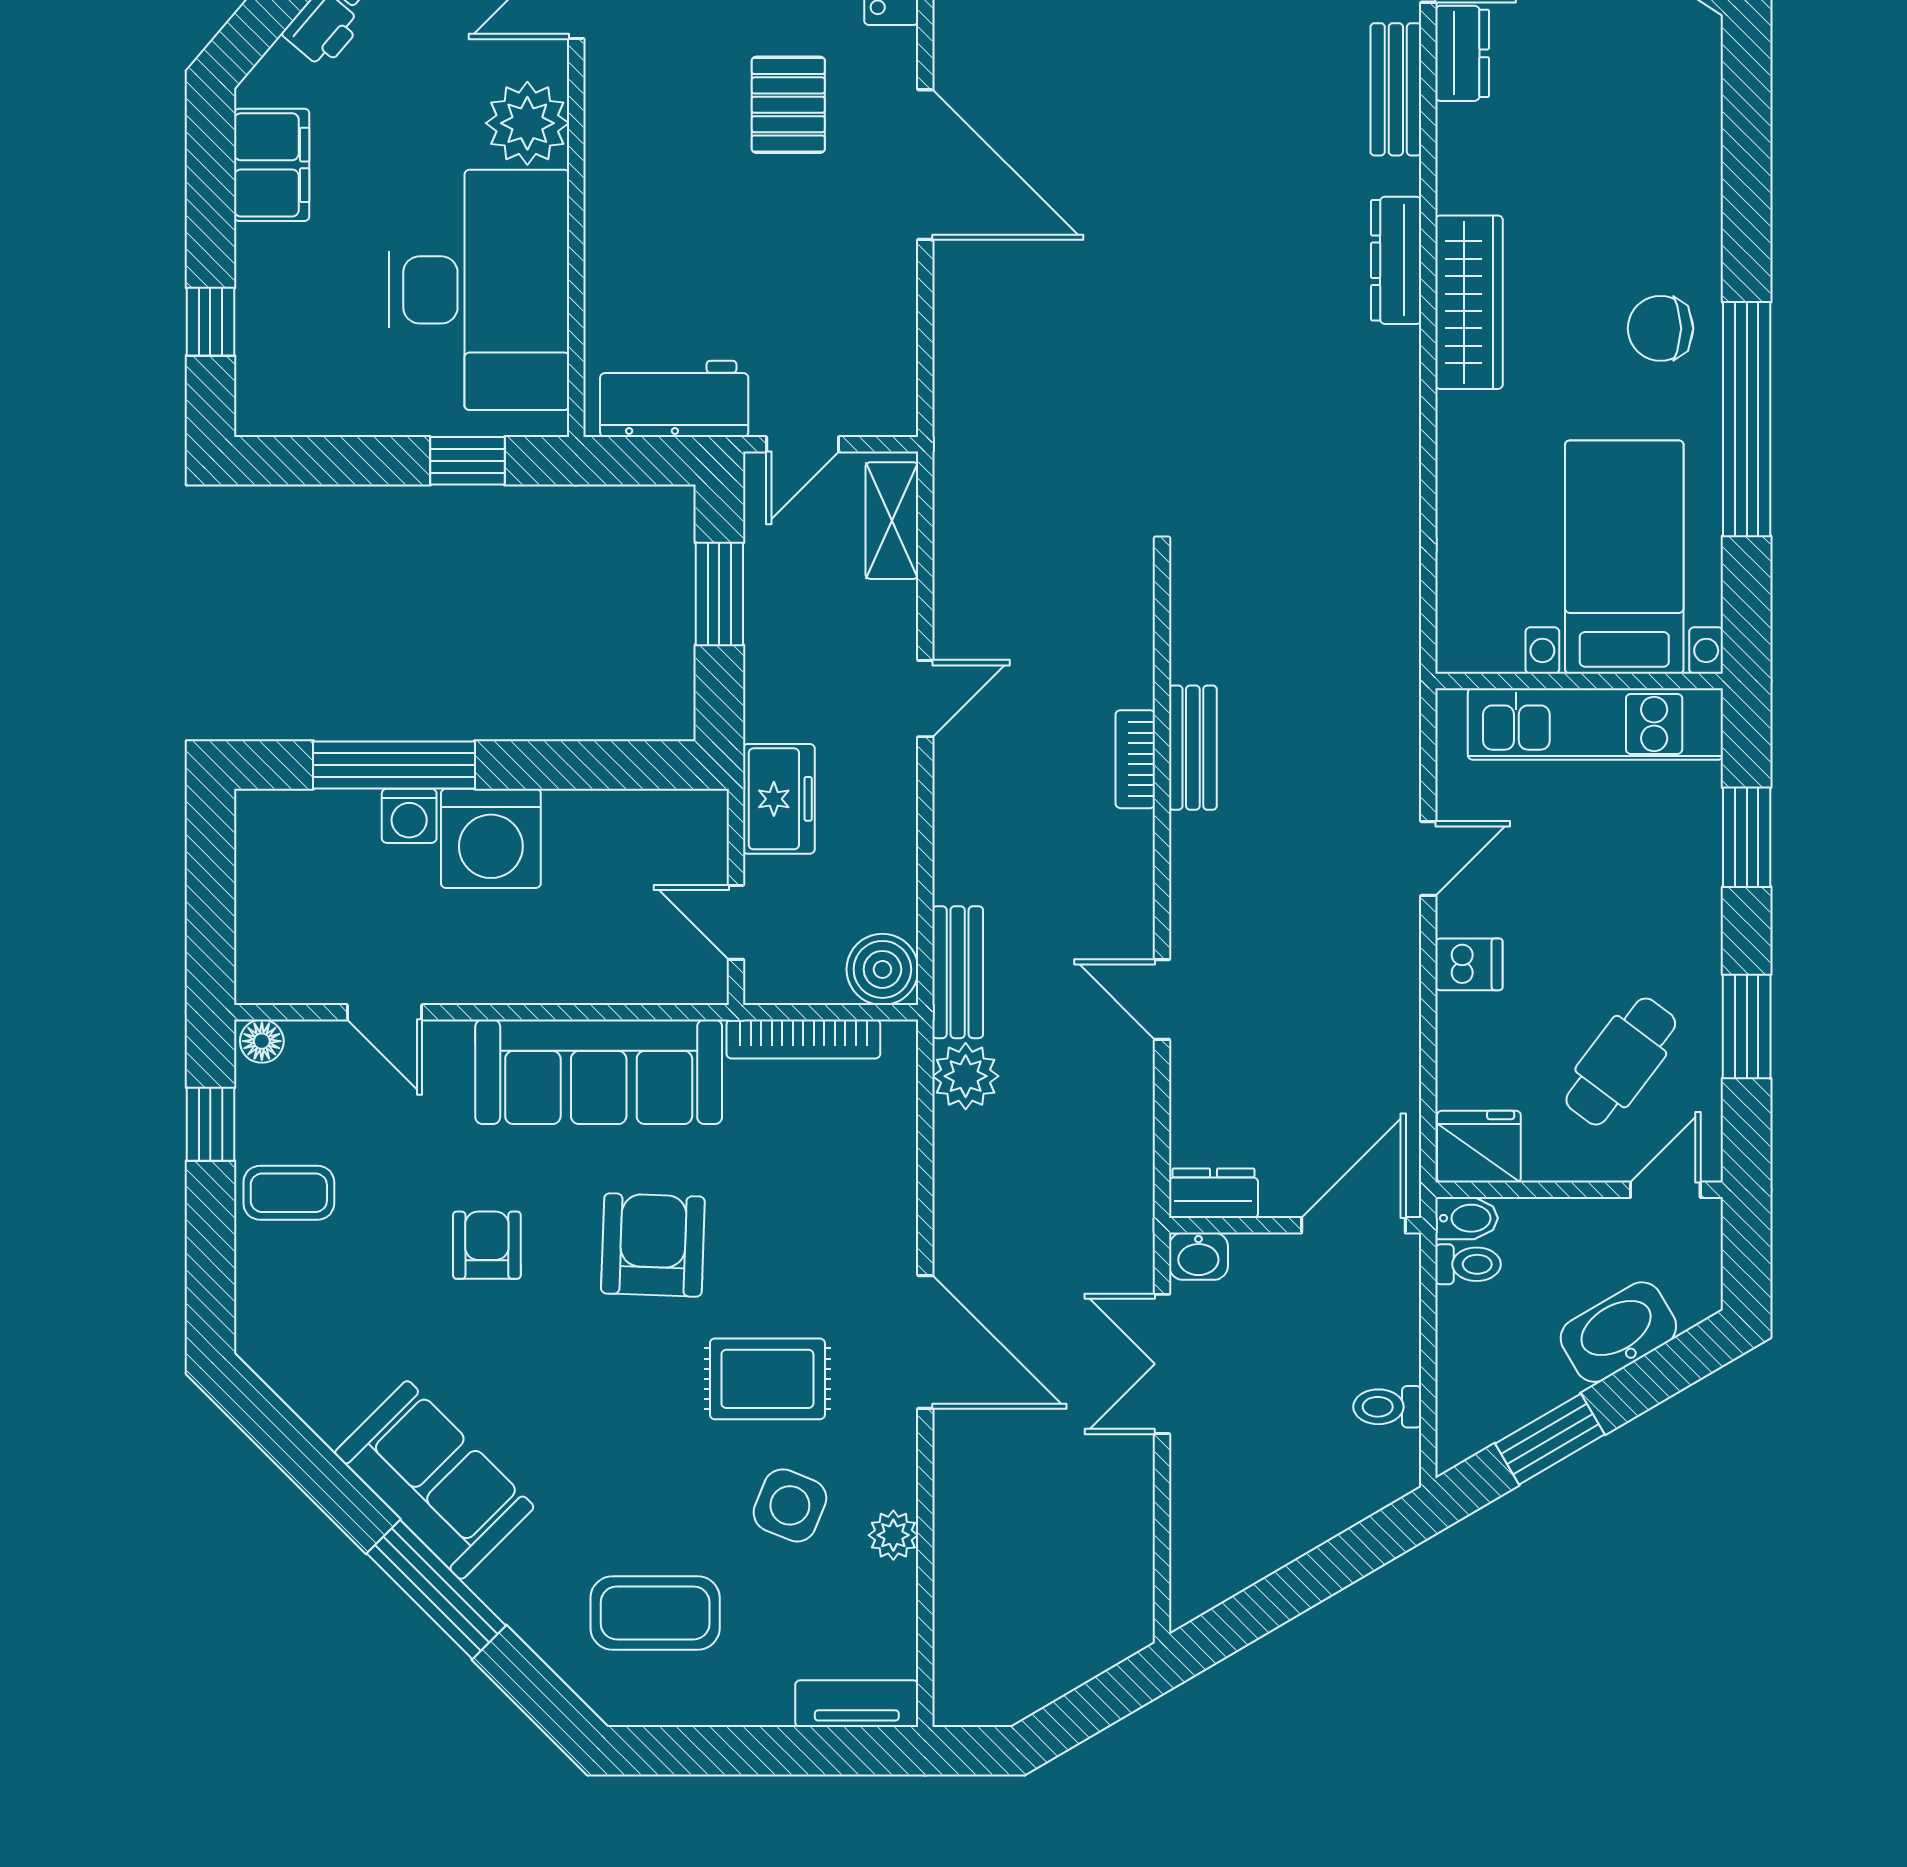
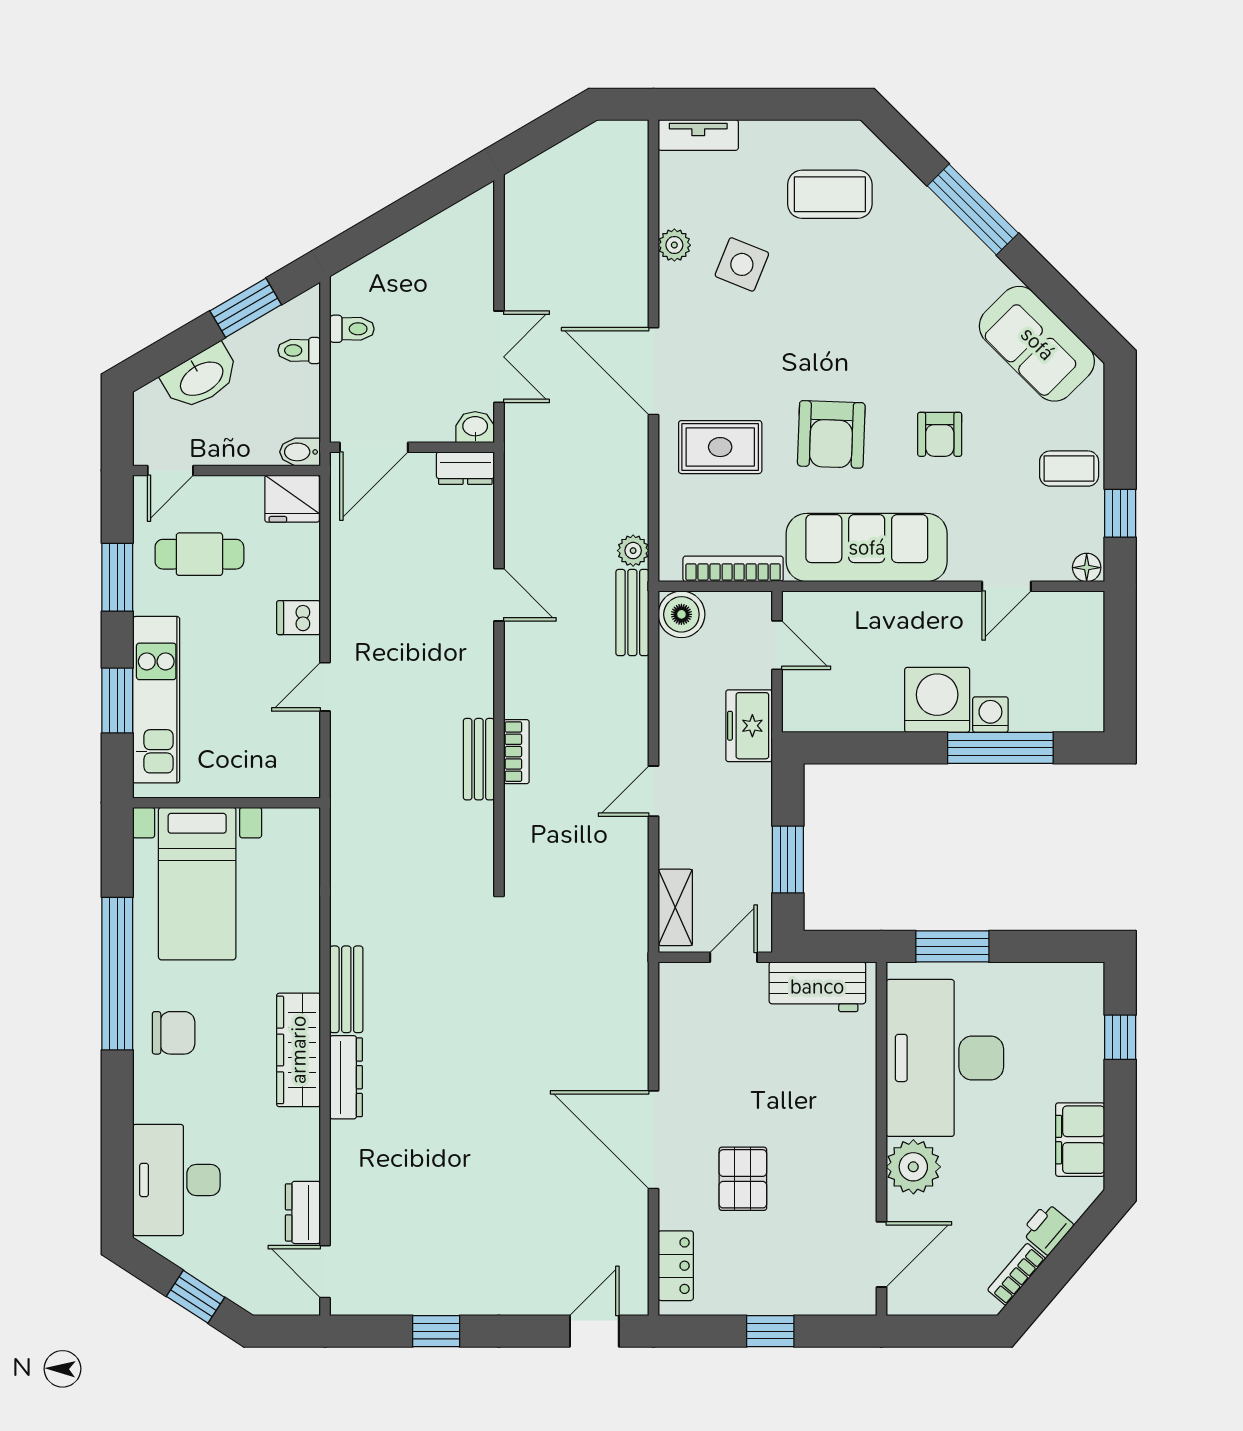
bench: (1396, 89) -> (346, 989), moved
desk: (1656, 103) -> (176, 1180), added
window: (468, 461) -> (952, 946), width x1.50
kitchen unit: (1595, 724) -> (156, 700), moved, turned 90
door: (385, 1012) -> (1007, 586), swing flipped
cafe table: (1621, 1062) -> (199, 554), turned 53
plant: (966, 1076) -> (633, 551), width x0.73, depth x0.73
toilet: (1468, 1264) -> (299, 350), moved
rug: (767, 1379) -> (720, 447), moved
sofa: (434, 1480) -> (1037, 344), moved

